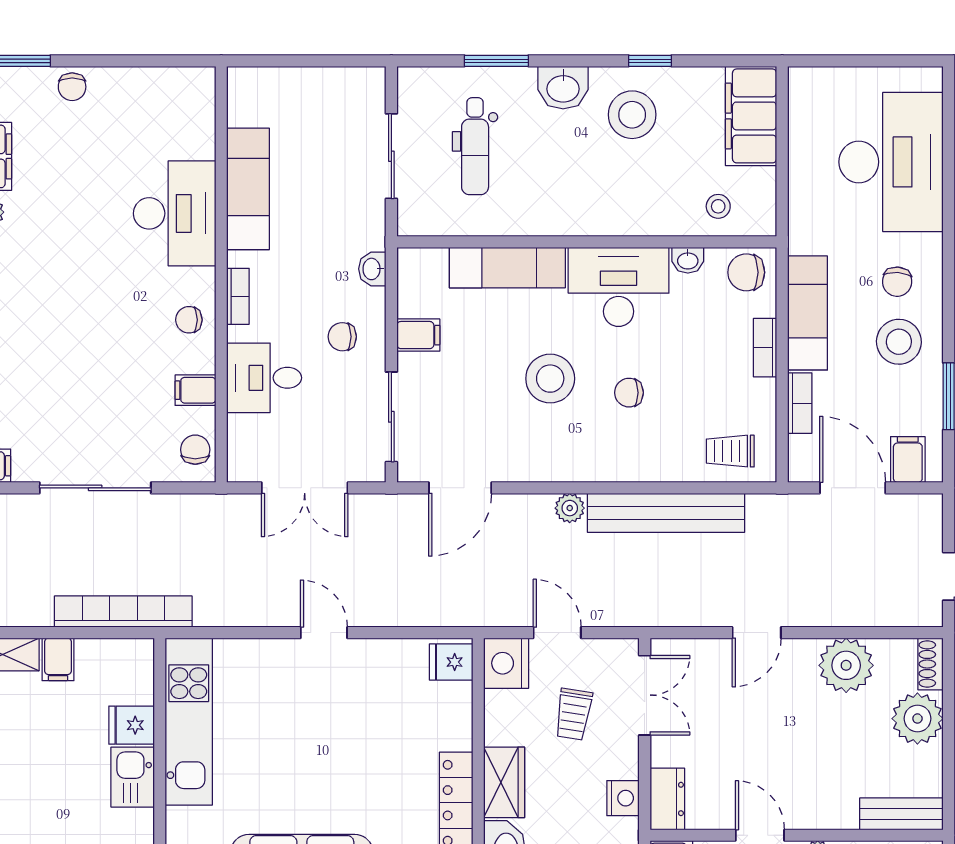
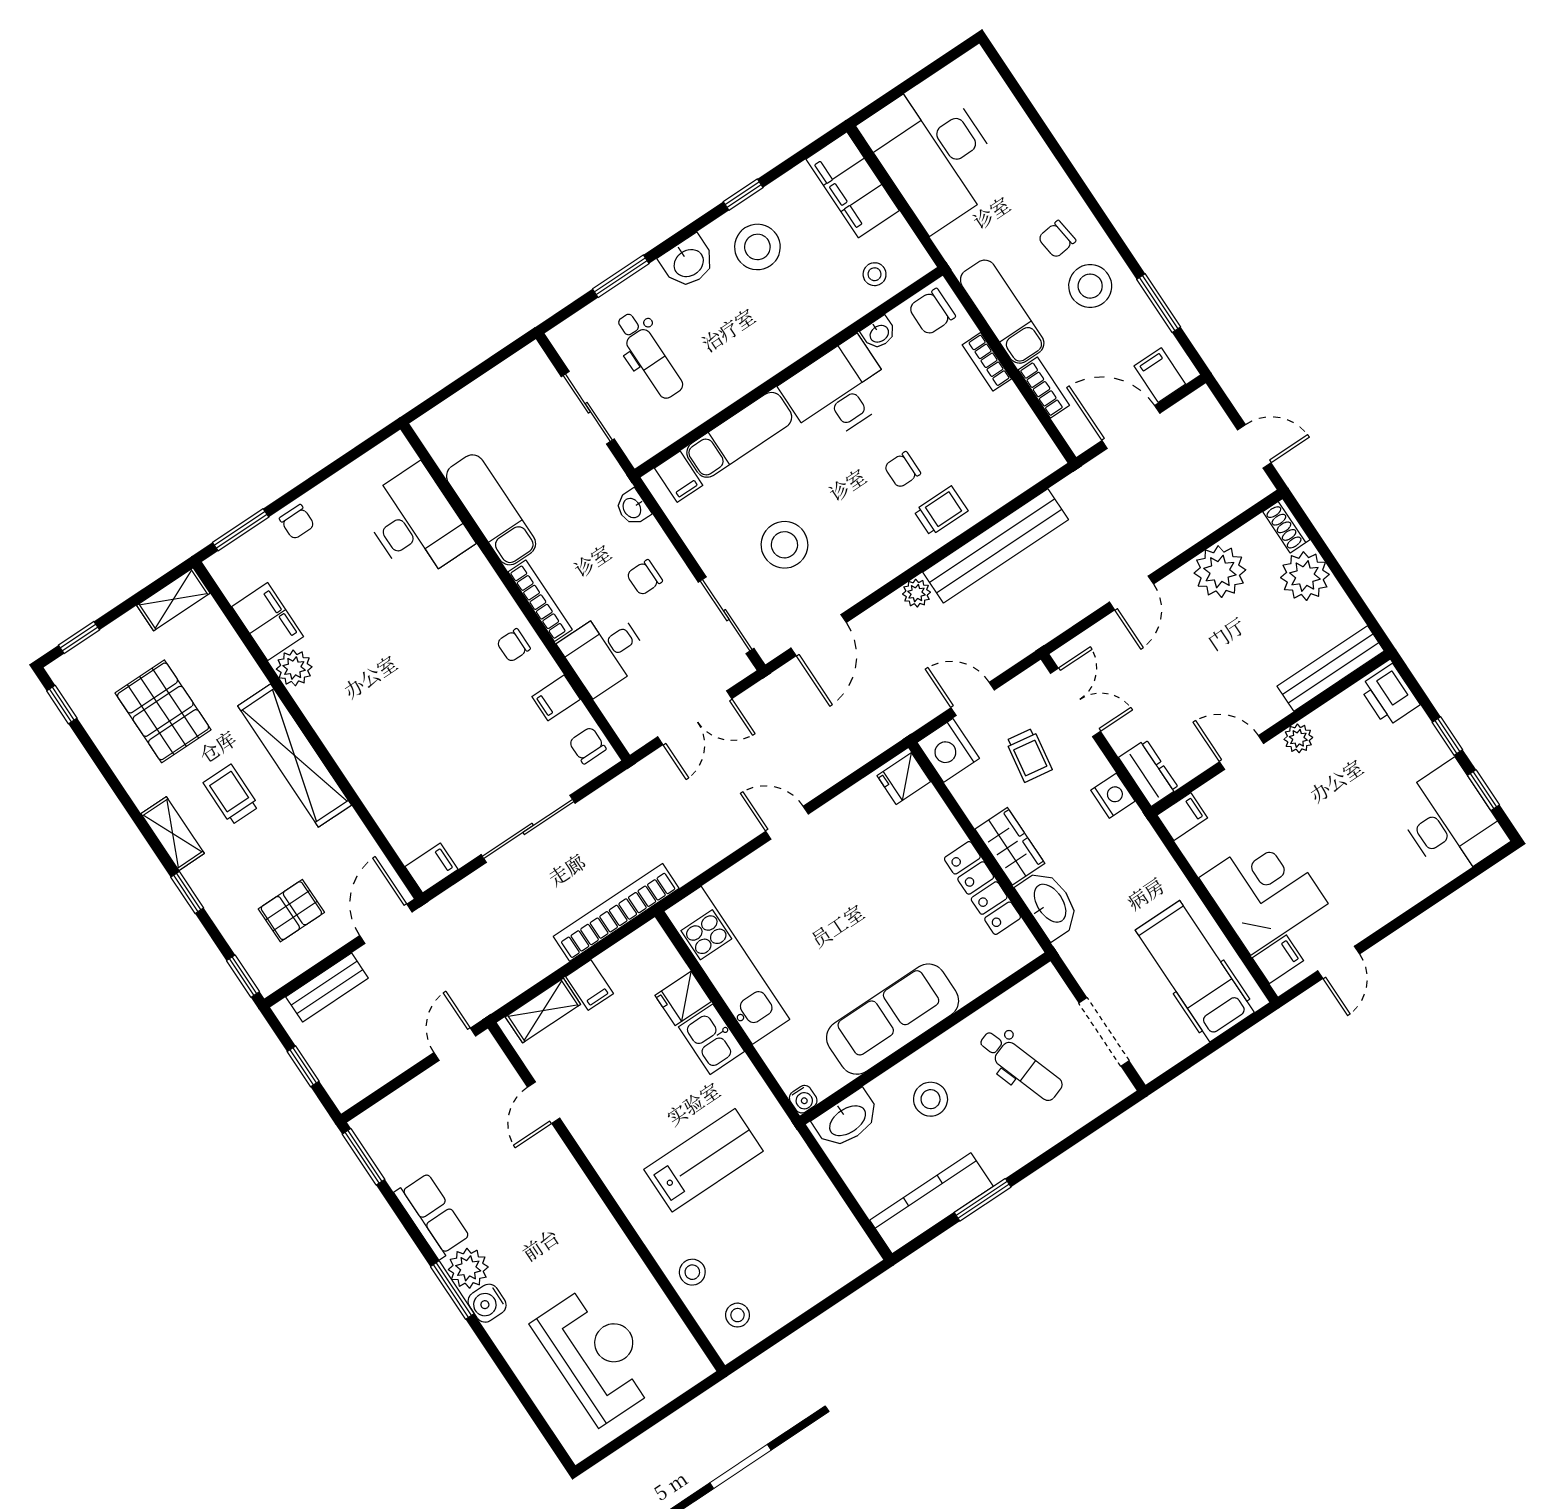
desk: (891, 162) -> (934, 154), moved, turned 180
desk: (175, 213) -> (416, 524), moved
chair: (897, 282) -> (1057, 239), turned 79
bookcase: (238, 296) -> (540, 601), width x1.56
filing cabinet: (418, 335) -> (679, 477), moved, turned 90
stool: (550, 379) -> (784, 545), moved
trolley: (730, 451) -> (941, 511), moved, turned 180
bench: (901, 814) -> (1331, 668), width x1.36

